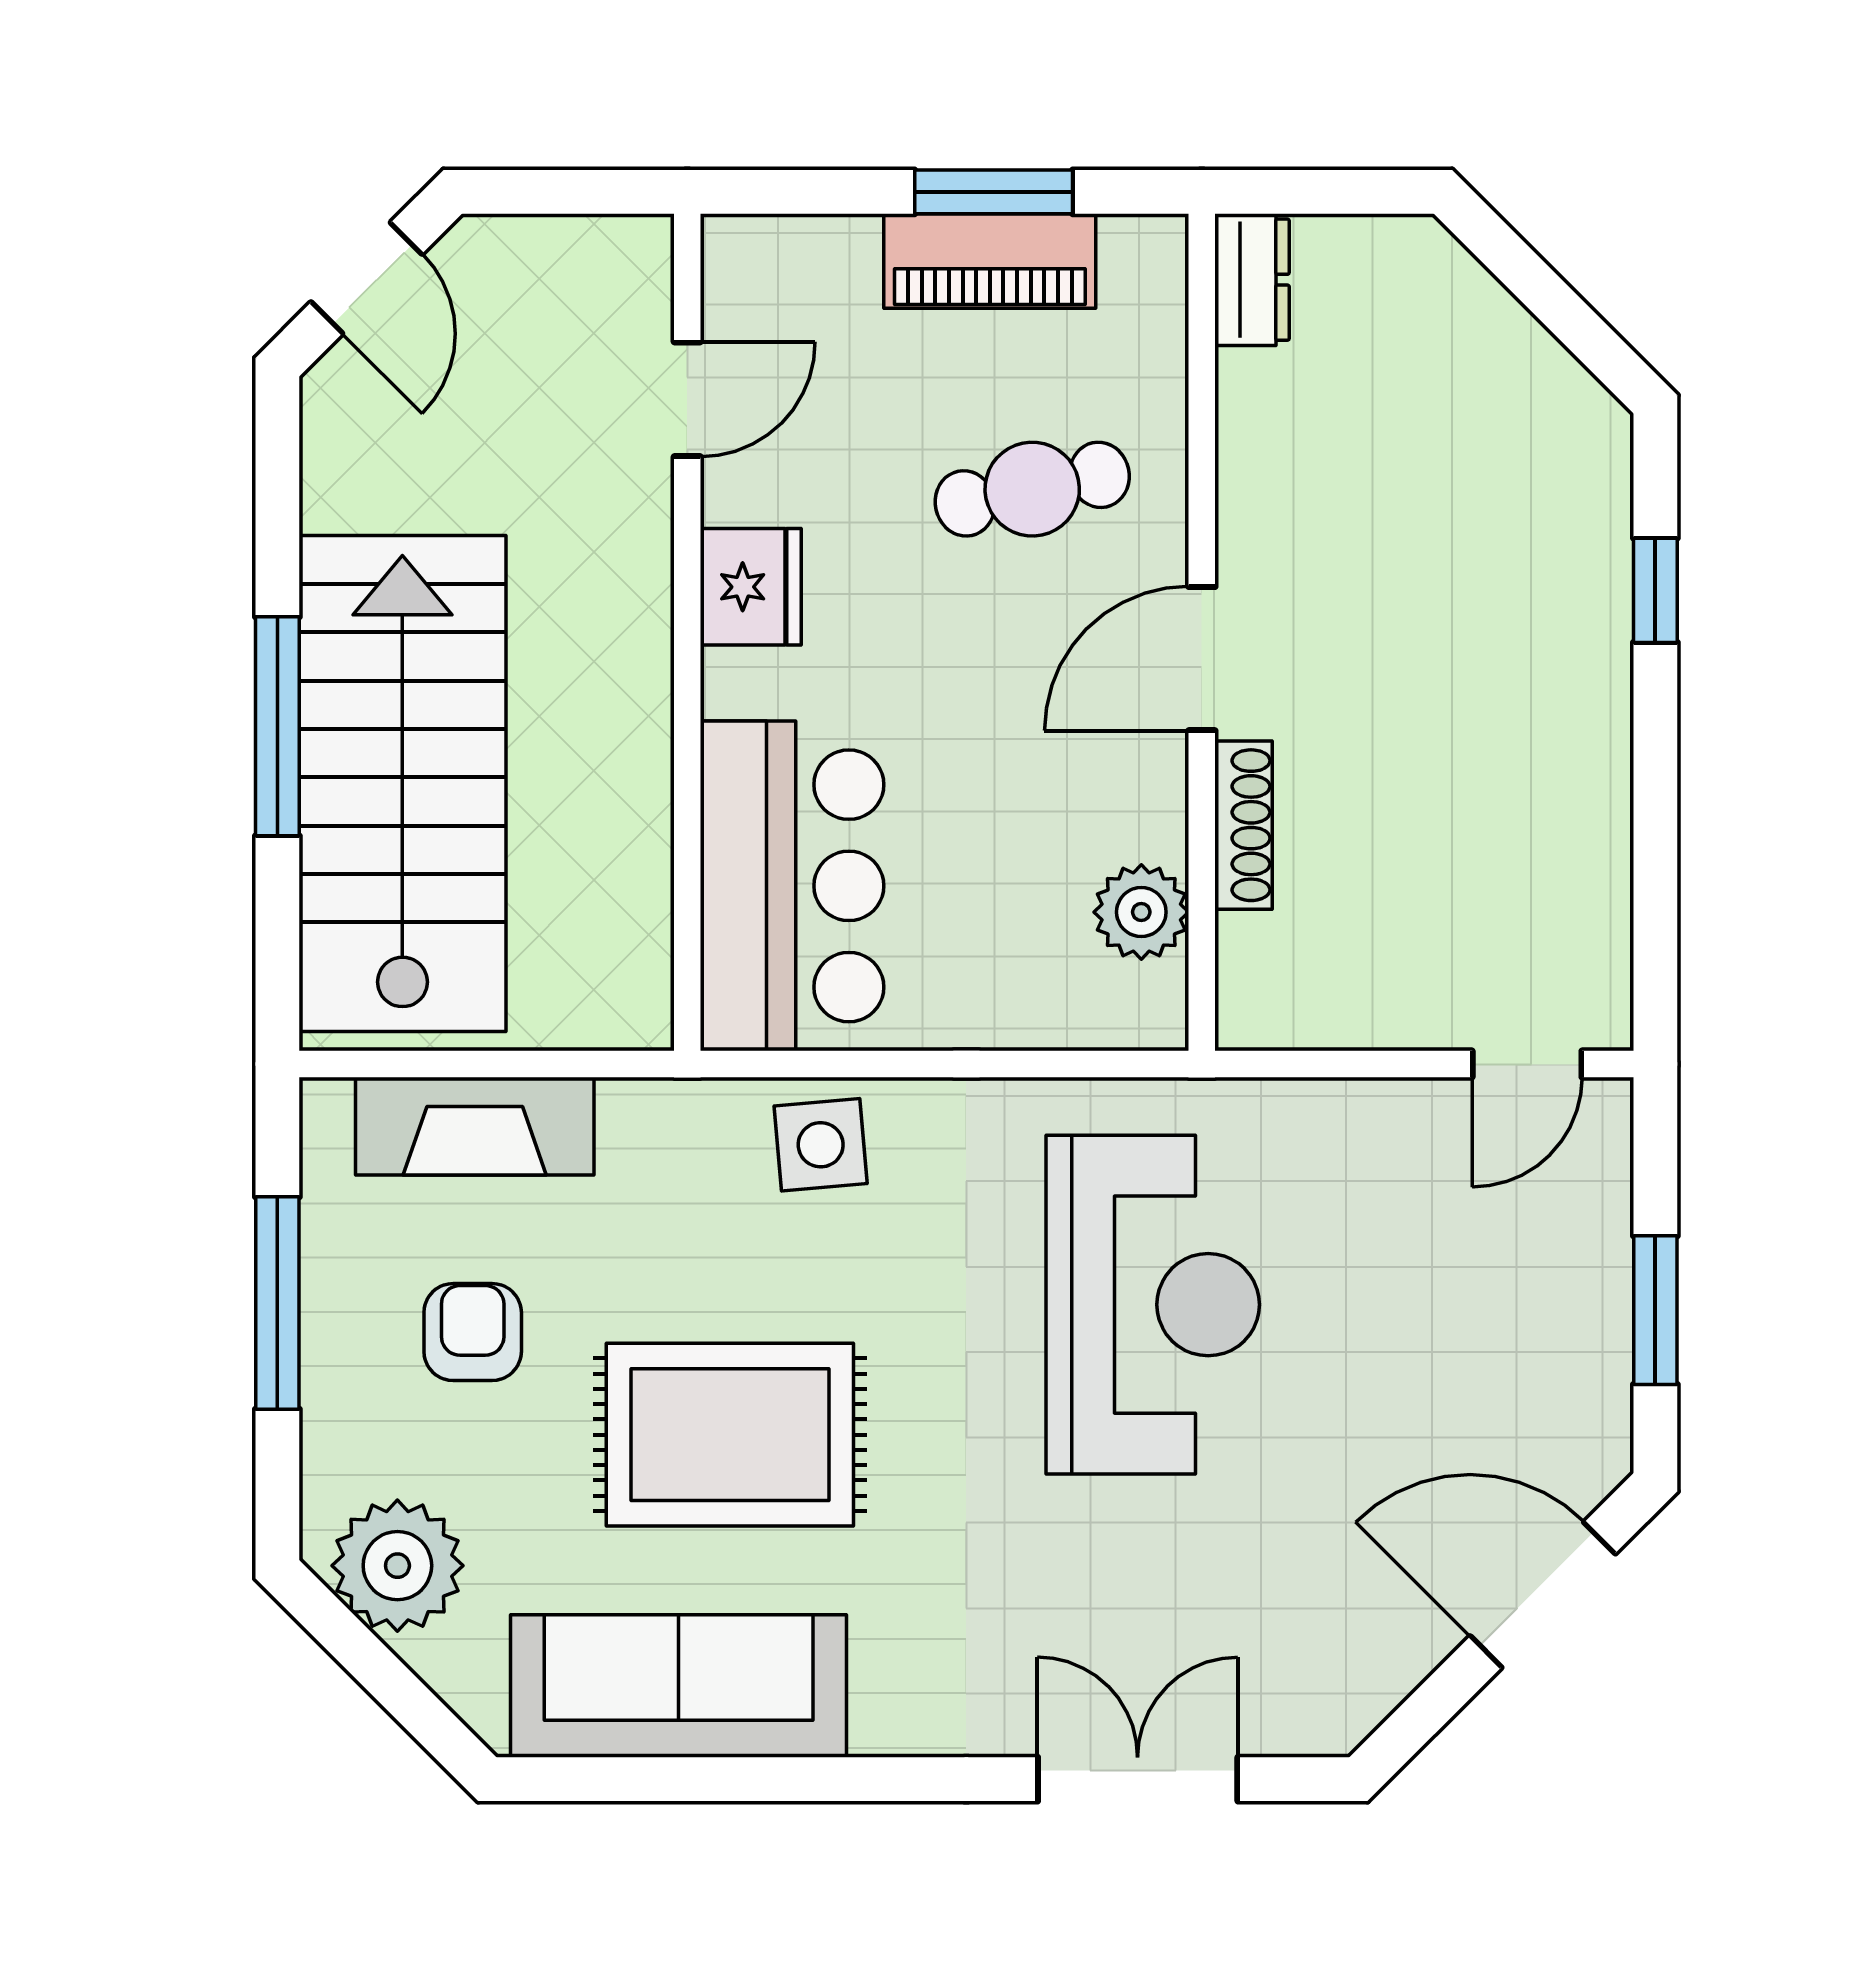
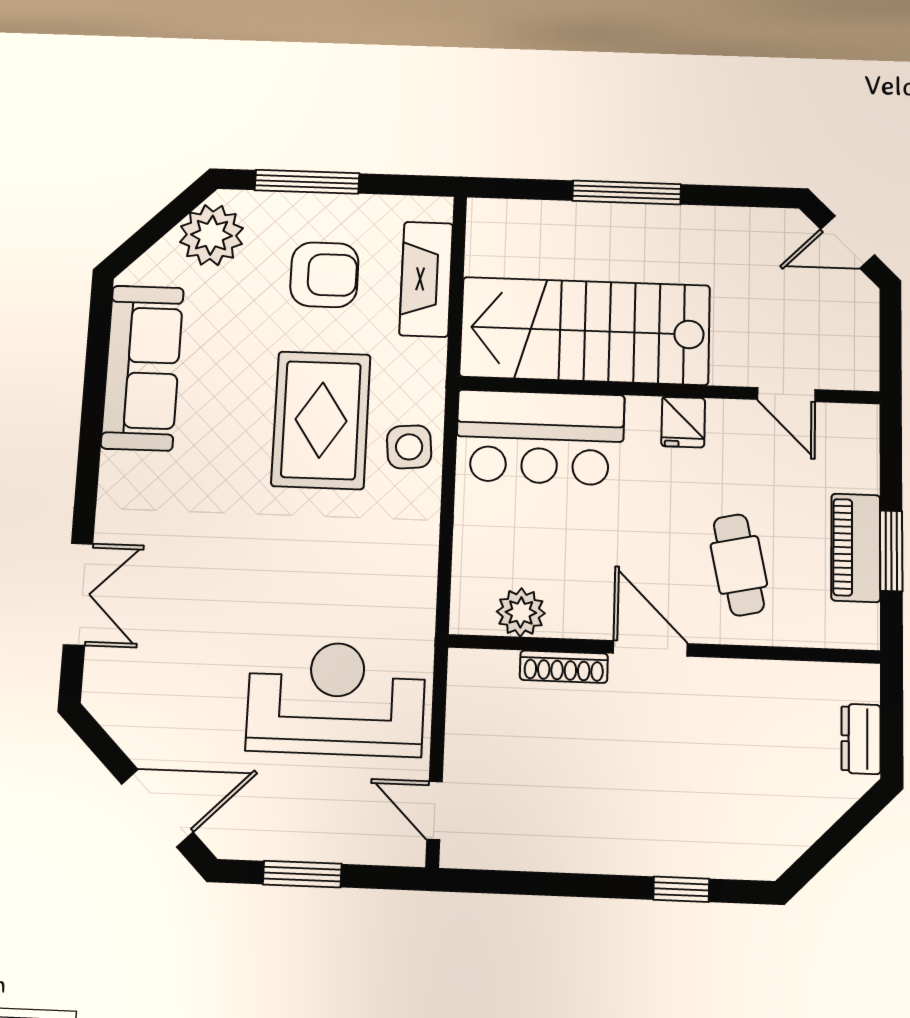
dresser: (1252, 280) -> (861, 739), moved, turned 90
fridge: (751, 587) -> (683, 422), width x0.72
stairs: (402, 784) -> (585, 331), moved, turned 180
window: (277, 1303) -> (307, 182), moved
reception desk: (1153, 1305) -> (336, 698), moved, turned 180
armchair: (473, 1332) -> (324, 275), width x1.38, depth x1.38
rug: (730, 1435) -> (321, 420), moved
door: (1543, 1595) -> (157, 808), hinge flipped

